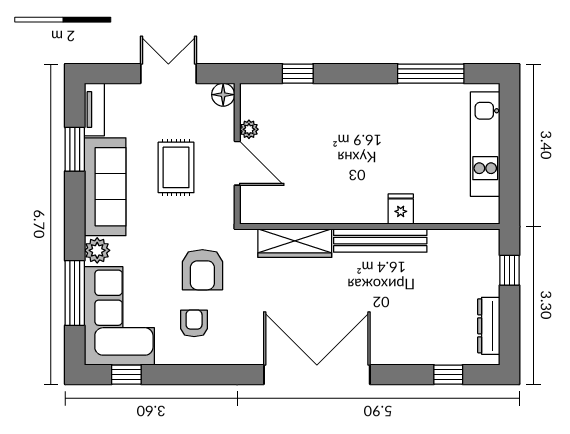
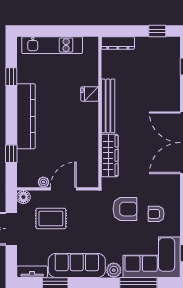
window: (431, 74) -> (11, 77), width x0.46
kitchen counter: (362, 99) -> (26, 116), added
rug: (176, 167) -> (51, 218), moved
window: (509, 270) -> (157, 31), moved
dresser: (489, 326) -> (118, 43), moved

